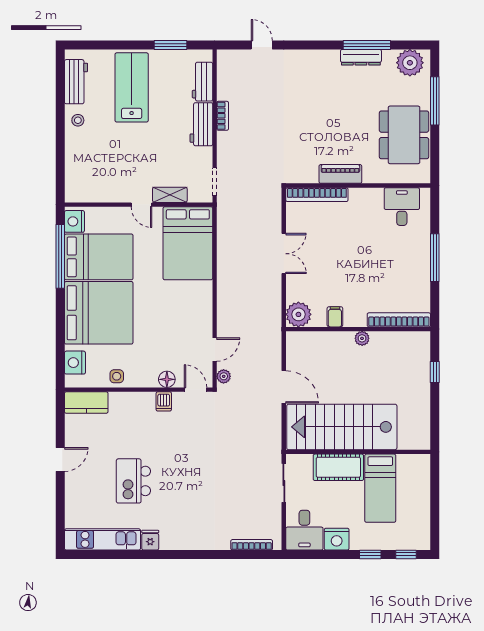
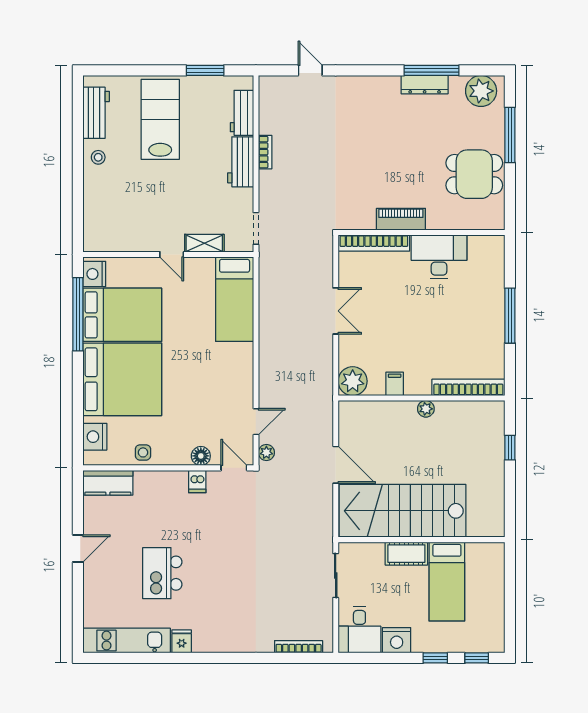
dining table: (404, 135) -> (474, 174), width x0.73
desk: (402, 207) -> (439, 257), moved, width x1.37
bed: (188, 243) -> (235, 299), width x0.67
cot: (338, 467) -> (406, 554), width x0.73, depth x0.75

